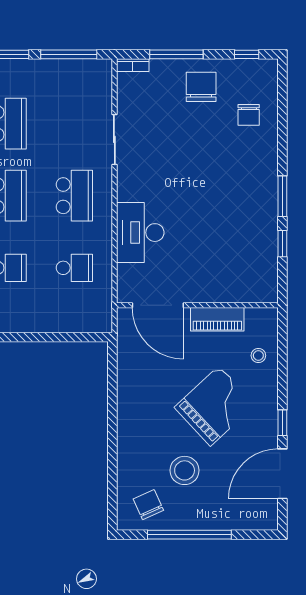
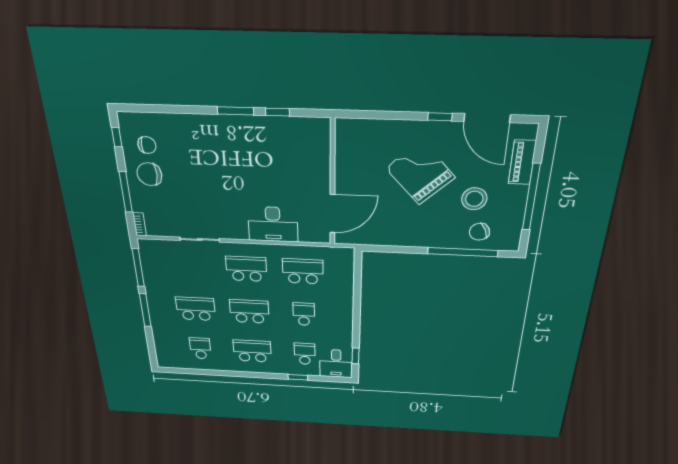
chair: (249, 115) -> (147, 145), moved
school desk: (74, 268) -> (303, 271), width x1.85
piano: (217, 319) -> (522, 162), moved, turned 180
stool: (258, 355) -> (377, 136), removed
window: (112, 464) -> (463, 252), added
chair: (148, 505) -> (479, 232), moved

